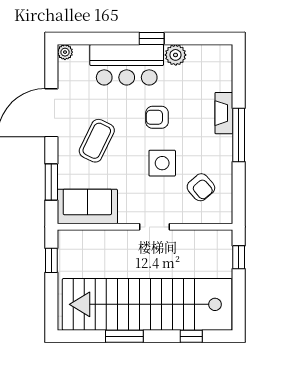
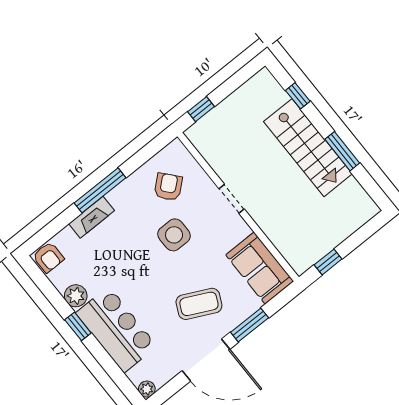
armchair: (157, 117) -> (48, 257), moved
window: (51, 182) -> (250, 325), moved
stairs: (147, 304) -> (308, 148), width x0.54, depth x0.66

